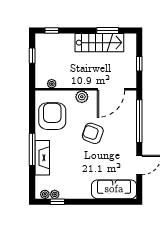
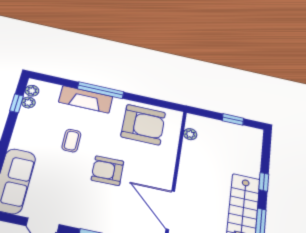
window: (52, 31) -> (264, 182), moved
plant: (82, 97) -> (165, 168), removed
armchair: (93, 133) -> (107, 171), turned -111
coffee table: (77, 160) -> (71, 141), added

